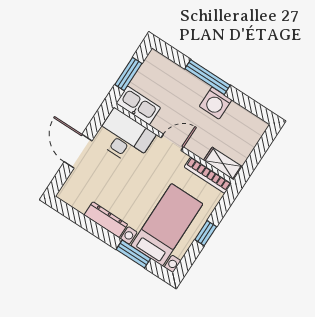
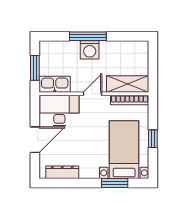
washing machine: (215, 103) -> (90, 50), moved
door: (78, 151) -> (35, 140), swing flipped
shelving: (223, 164) -> (128, 84), width x1.50, depth x1.33
dresser: (106, 220) -> (62, 172), moved

